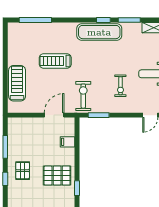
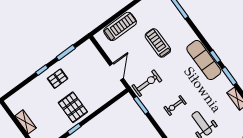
door: (54, 115) -> (117, 72), hinge flipped
filing cabinet: (67, 142) -> (104, 97), removed

